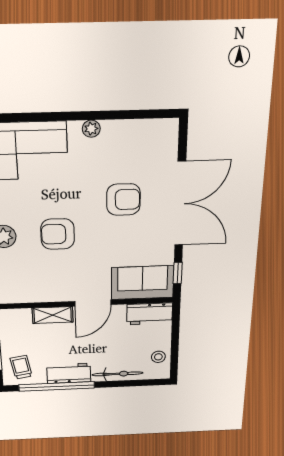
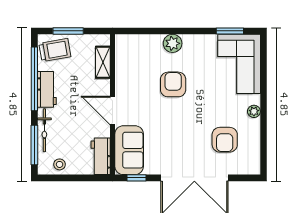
armchair: (123, 200) -> (225, 140), moved
shelving: (53, 315) -> (103, 62), moved
trolley: (21, 367) -> (55, 50), width x1.36, depth x1.39
window: (135, 383) -> (34, 145), added

